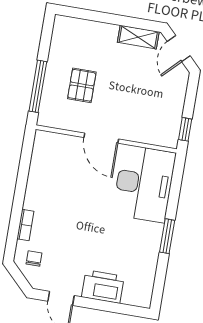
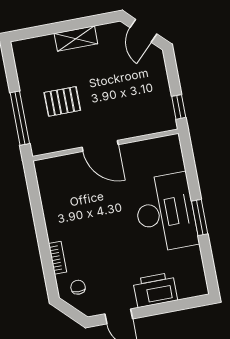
shelving: (138, 37) -> (76, 39), moved
pallet: (82, 85) -> (62, 101), turned 90
desk: (144, 184) -> (165, 213), moved

